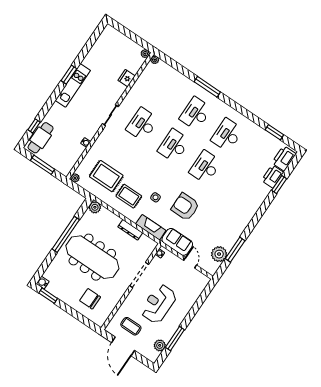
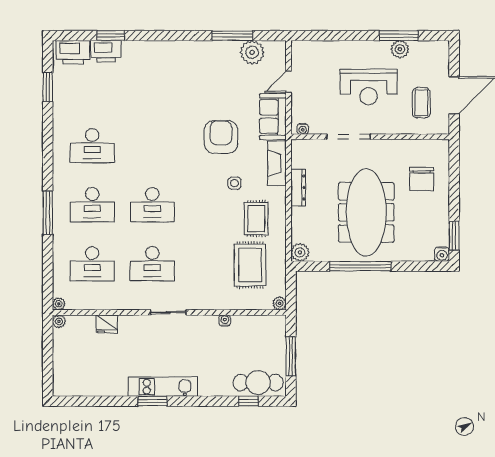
desk: (205, 167) -> (92, 264), moved
armchair: (185, 207) -> (221, 137), turned 180
plant: (160, 345) -> (400, 49), moved

